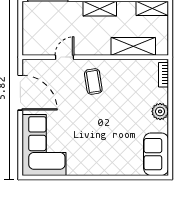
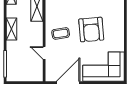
armchair: (99, 127) -> (91, 30), added

